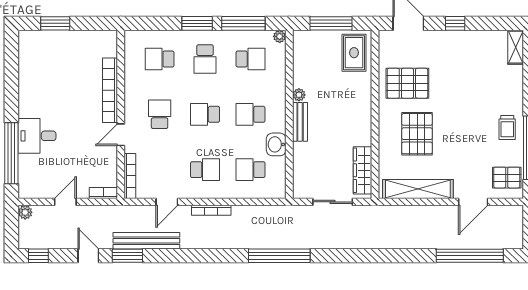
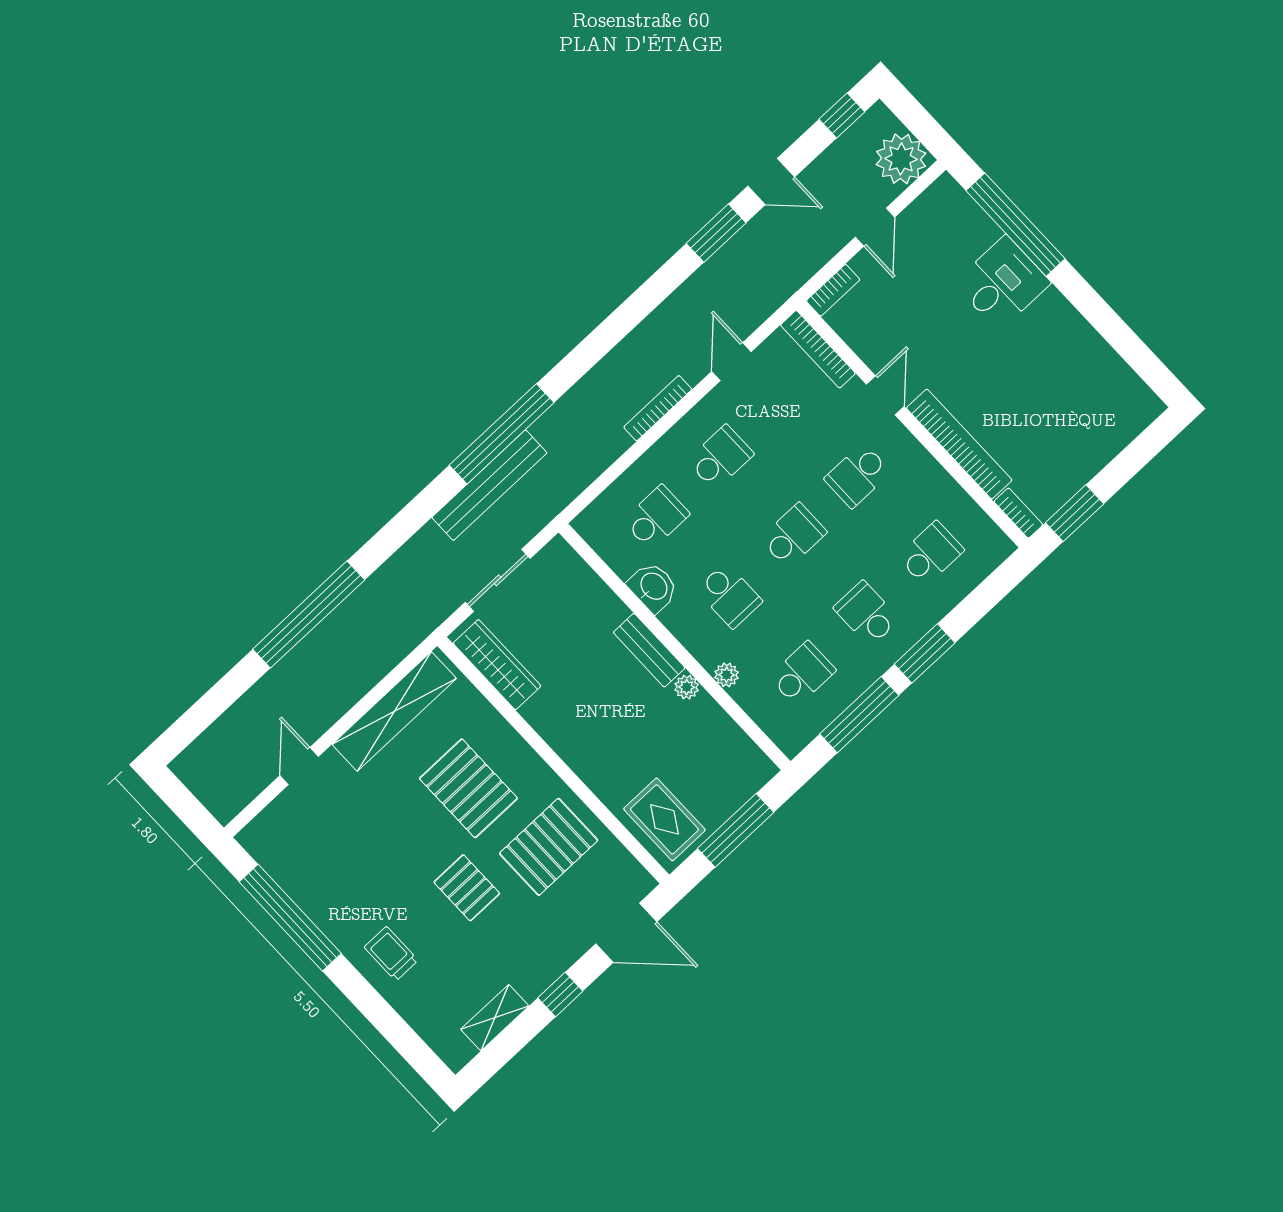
window: (55, 23) -> (1075, 513), moved
plant: (280, 36) -> (727, 675), moved
bookcase: (112, 43) -> (1018, 513), added
shelving: (516, 47) -> (495, 1018), moved, turned 90
school desk: (250, 59) -> (802, 674), turned 180
school desk: (160, 114) -> (858, 475), turned 90
school desk: (250, 114) -> (729, 596), turned 90
trolley: (507, 128) -> (391, 954), moved
school desk: (205, 170) -> (720, 457), turned 180
pallet: (507, 178) -> (467, 888), moved, turned 90
door: (473, 202) -> (299, 766), width x0.73
plant: (25, 212) -> (901, 159), width x1.87, depth x1.87
bench: (146, 241) -> (489, 485), moved
window: (470, 256) -> (309, 614), moved

